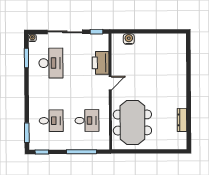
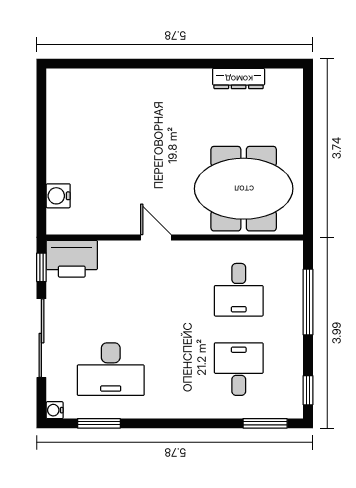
desk: (51, 63) -> (111, 369), turned 180
printer: (101, 63) -> (72, 259), moved
desk: (87, 121) -> (239, 290), turned 180

